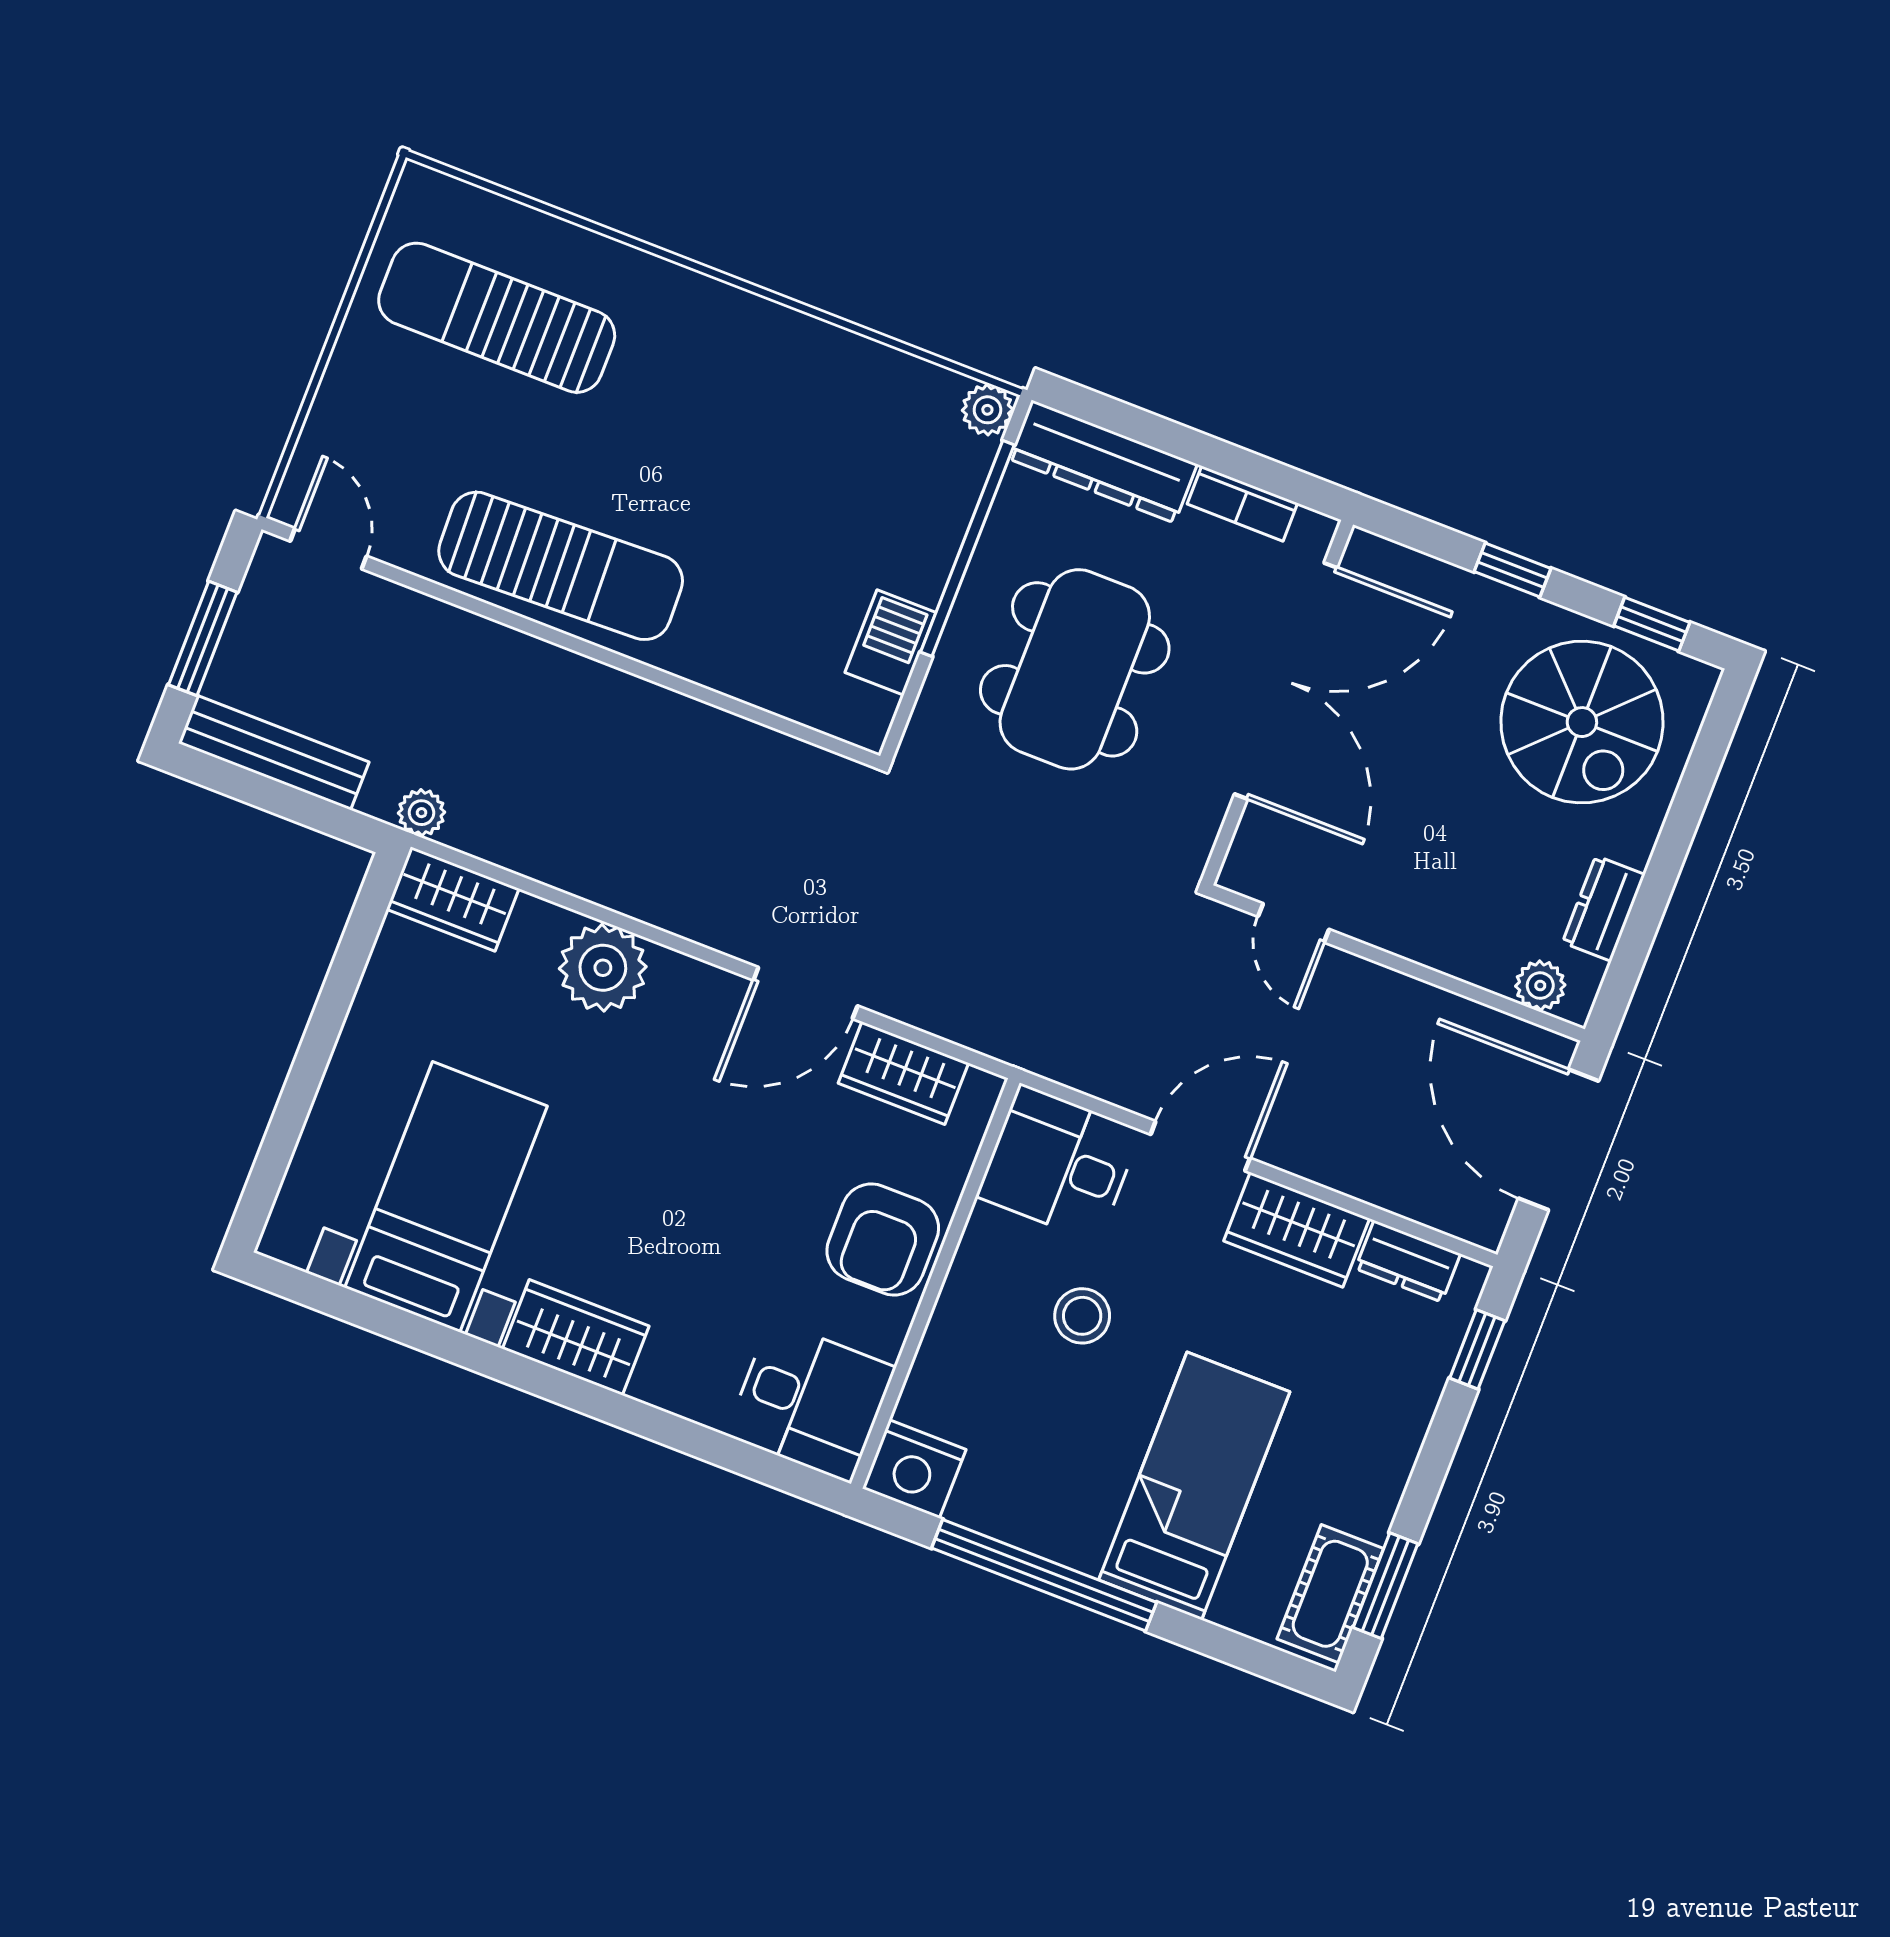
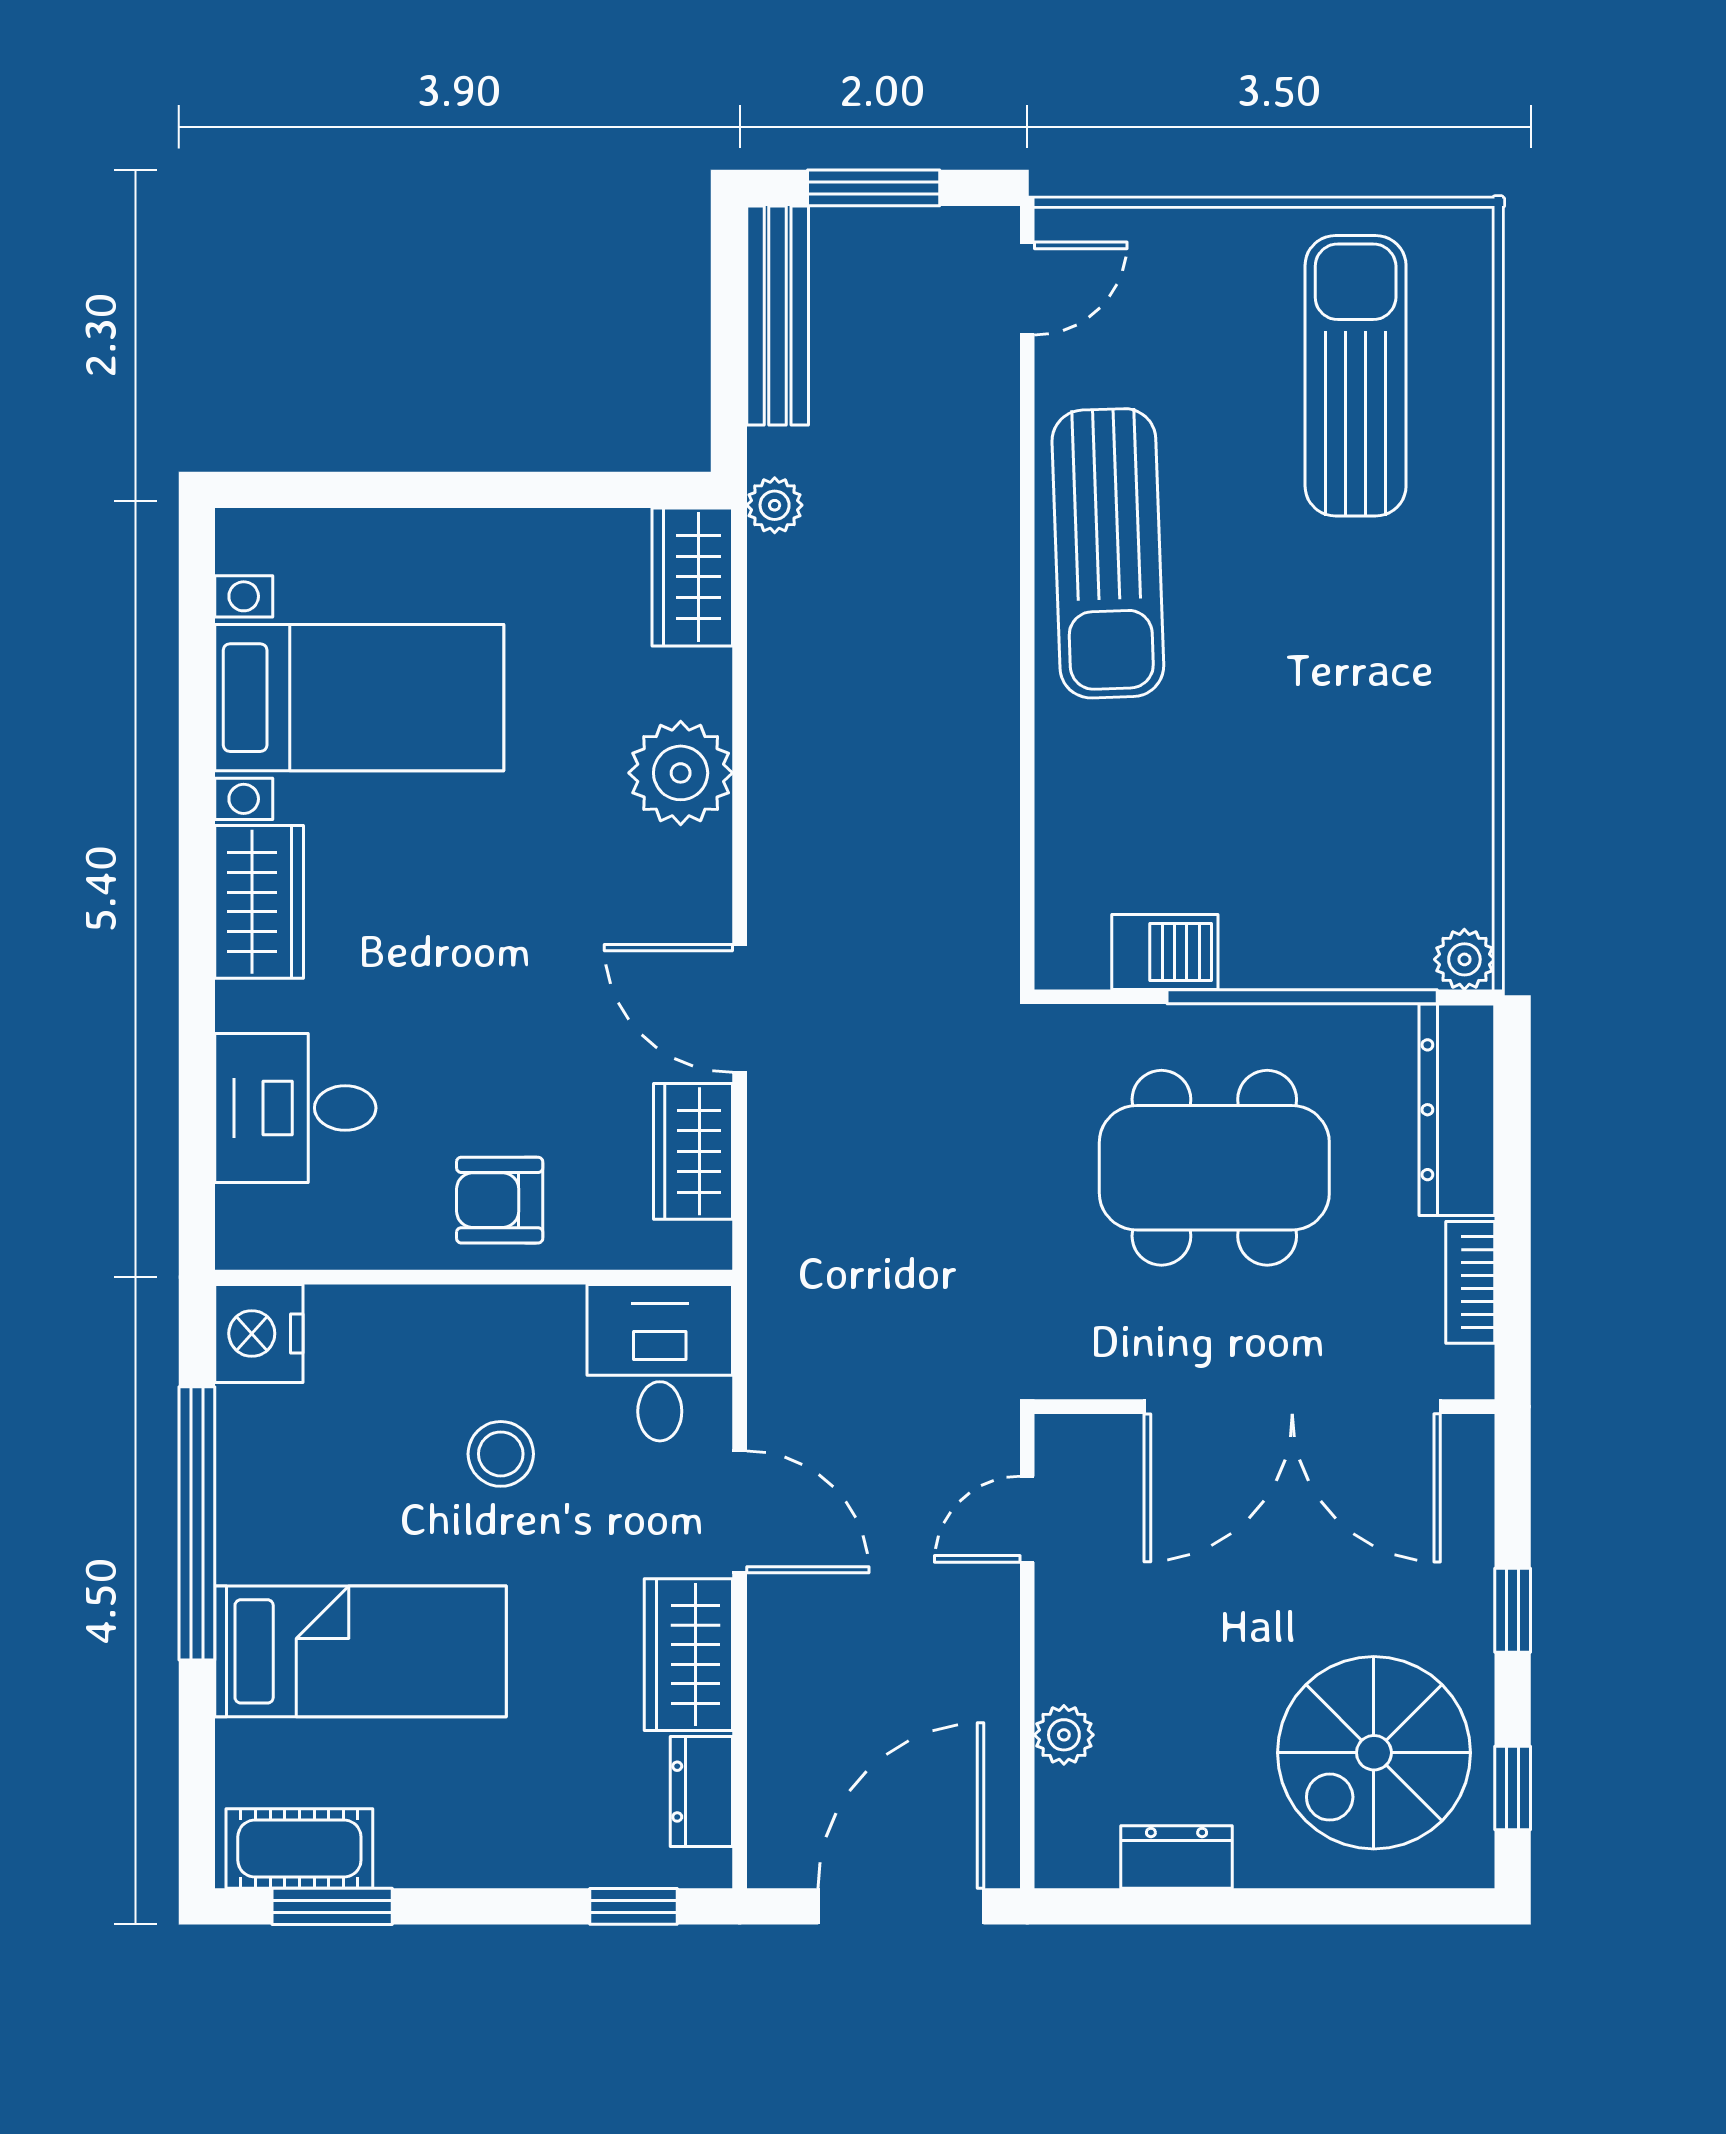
plant: (1540, 986) -> (1064, 1735), moved
armchair: (883, 1240) -> (500, 1200), width x0.72, depth x0.72
desk: (810, 1401) -> (295, 1108), moved, turned 90

